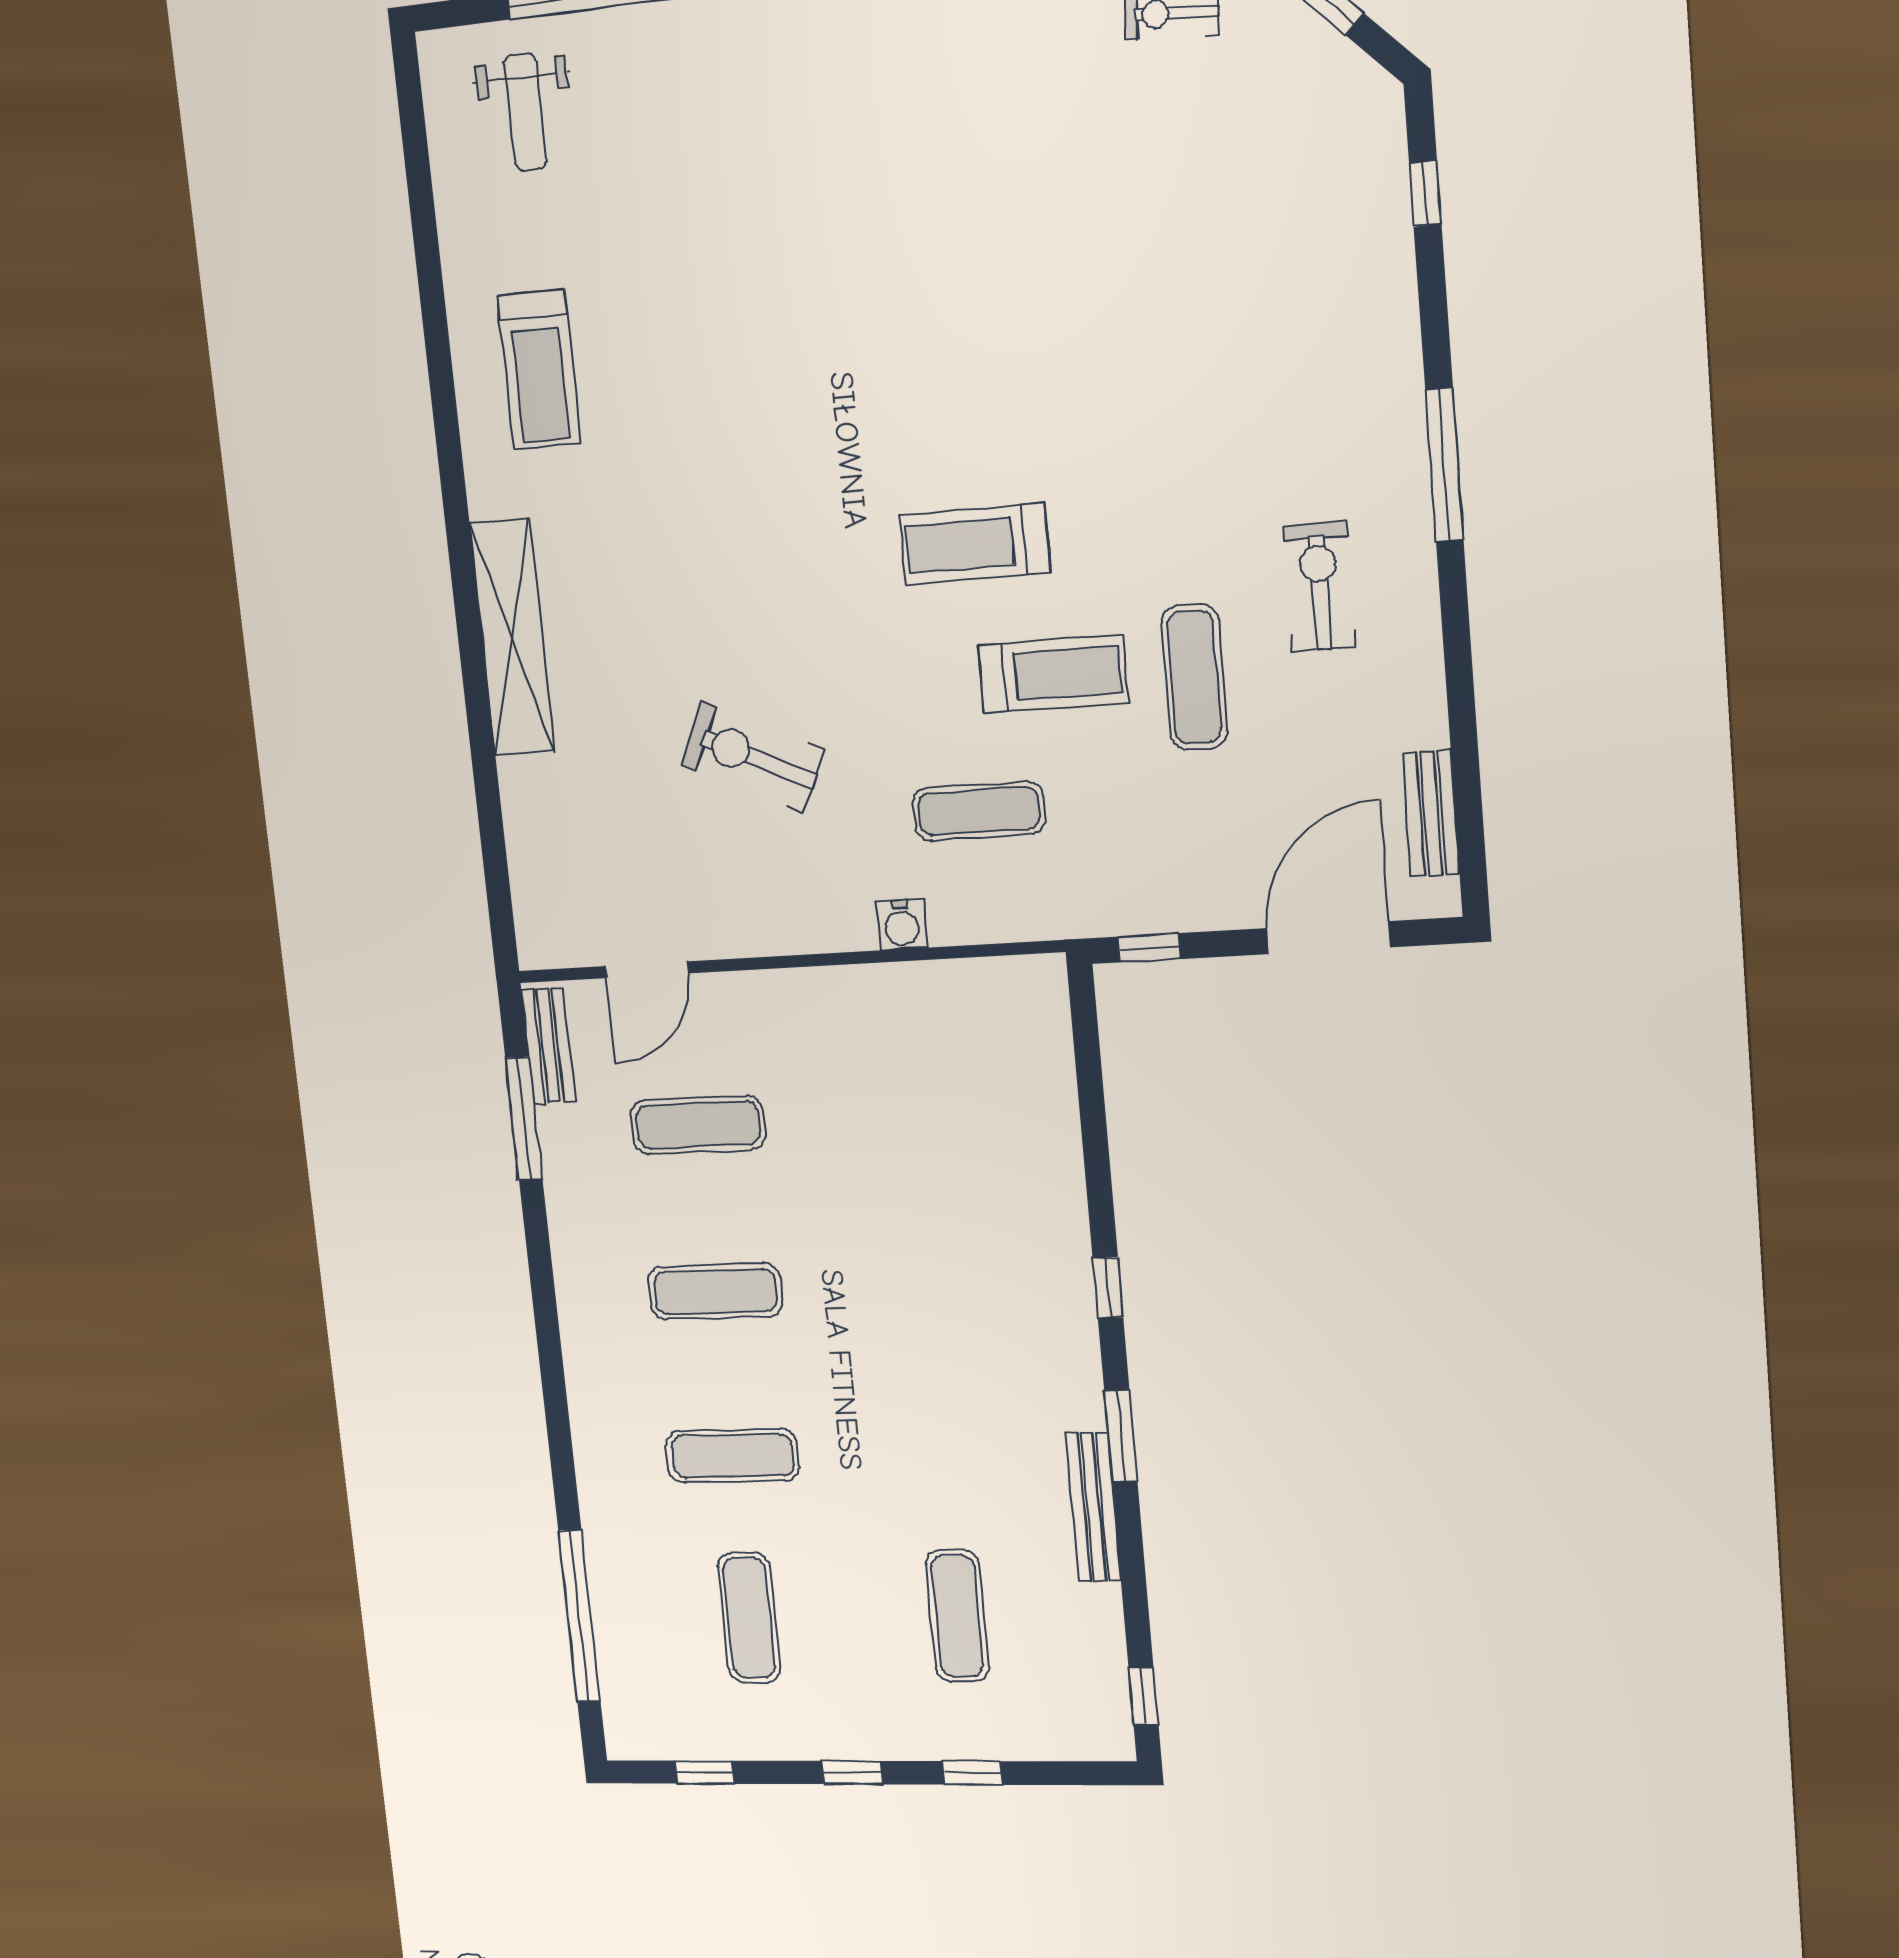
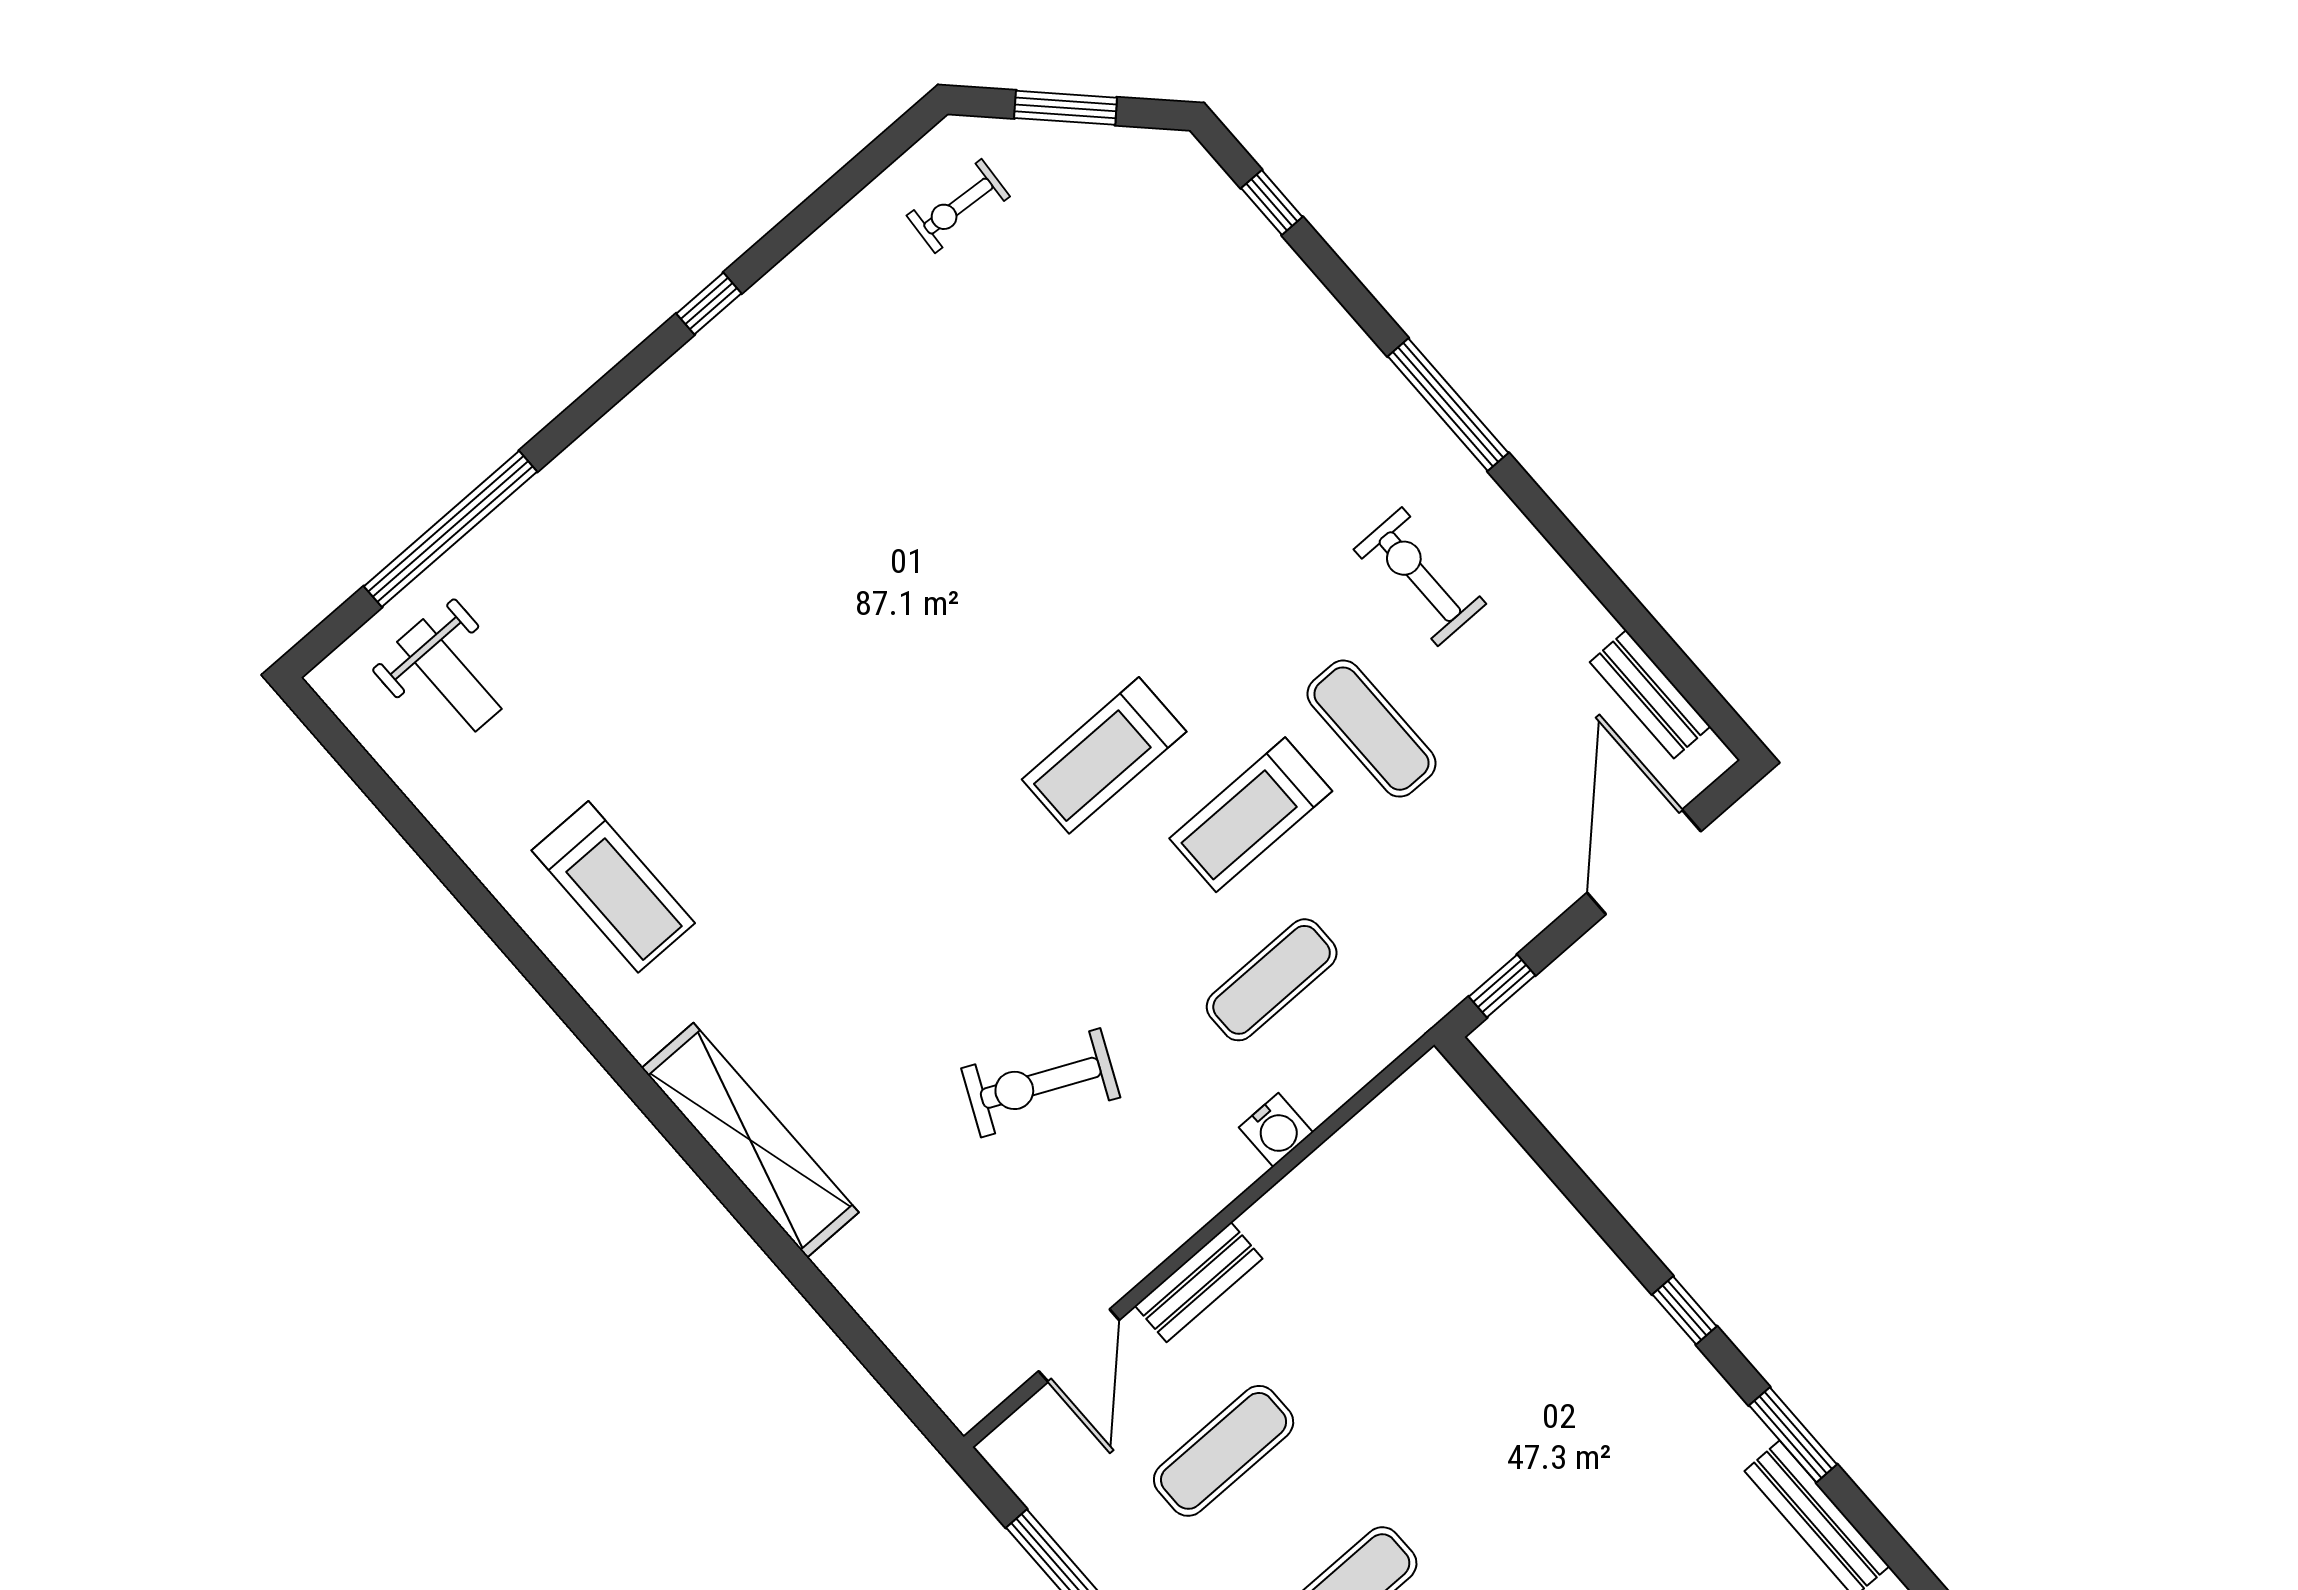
treadmill: (1053, 674) -> (1251, 815), turned 180
bench: (548, 1046) -> (1199, 1282), moved, turned 90

